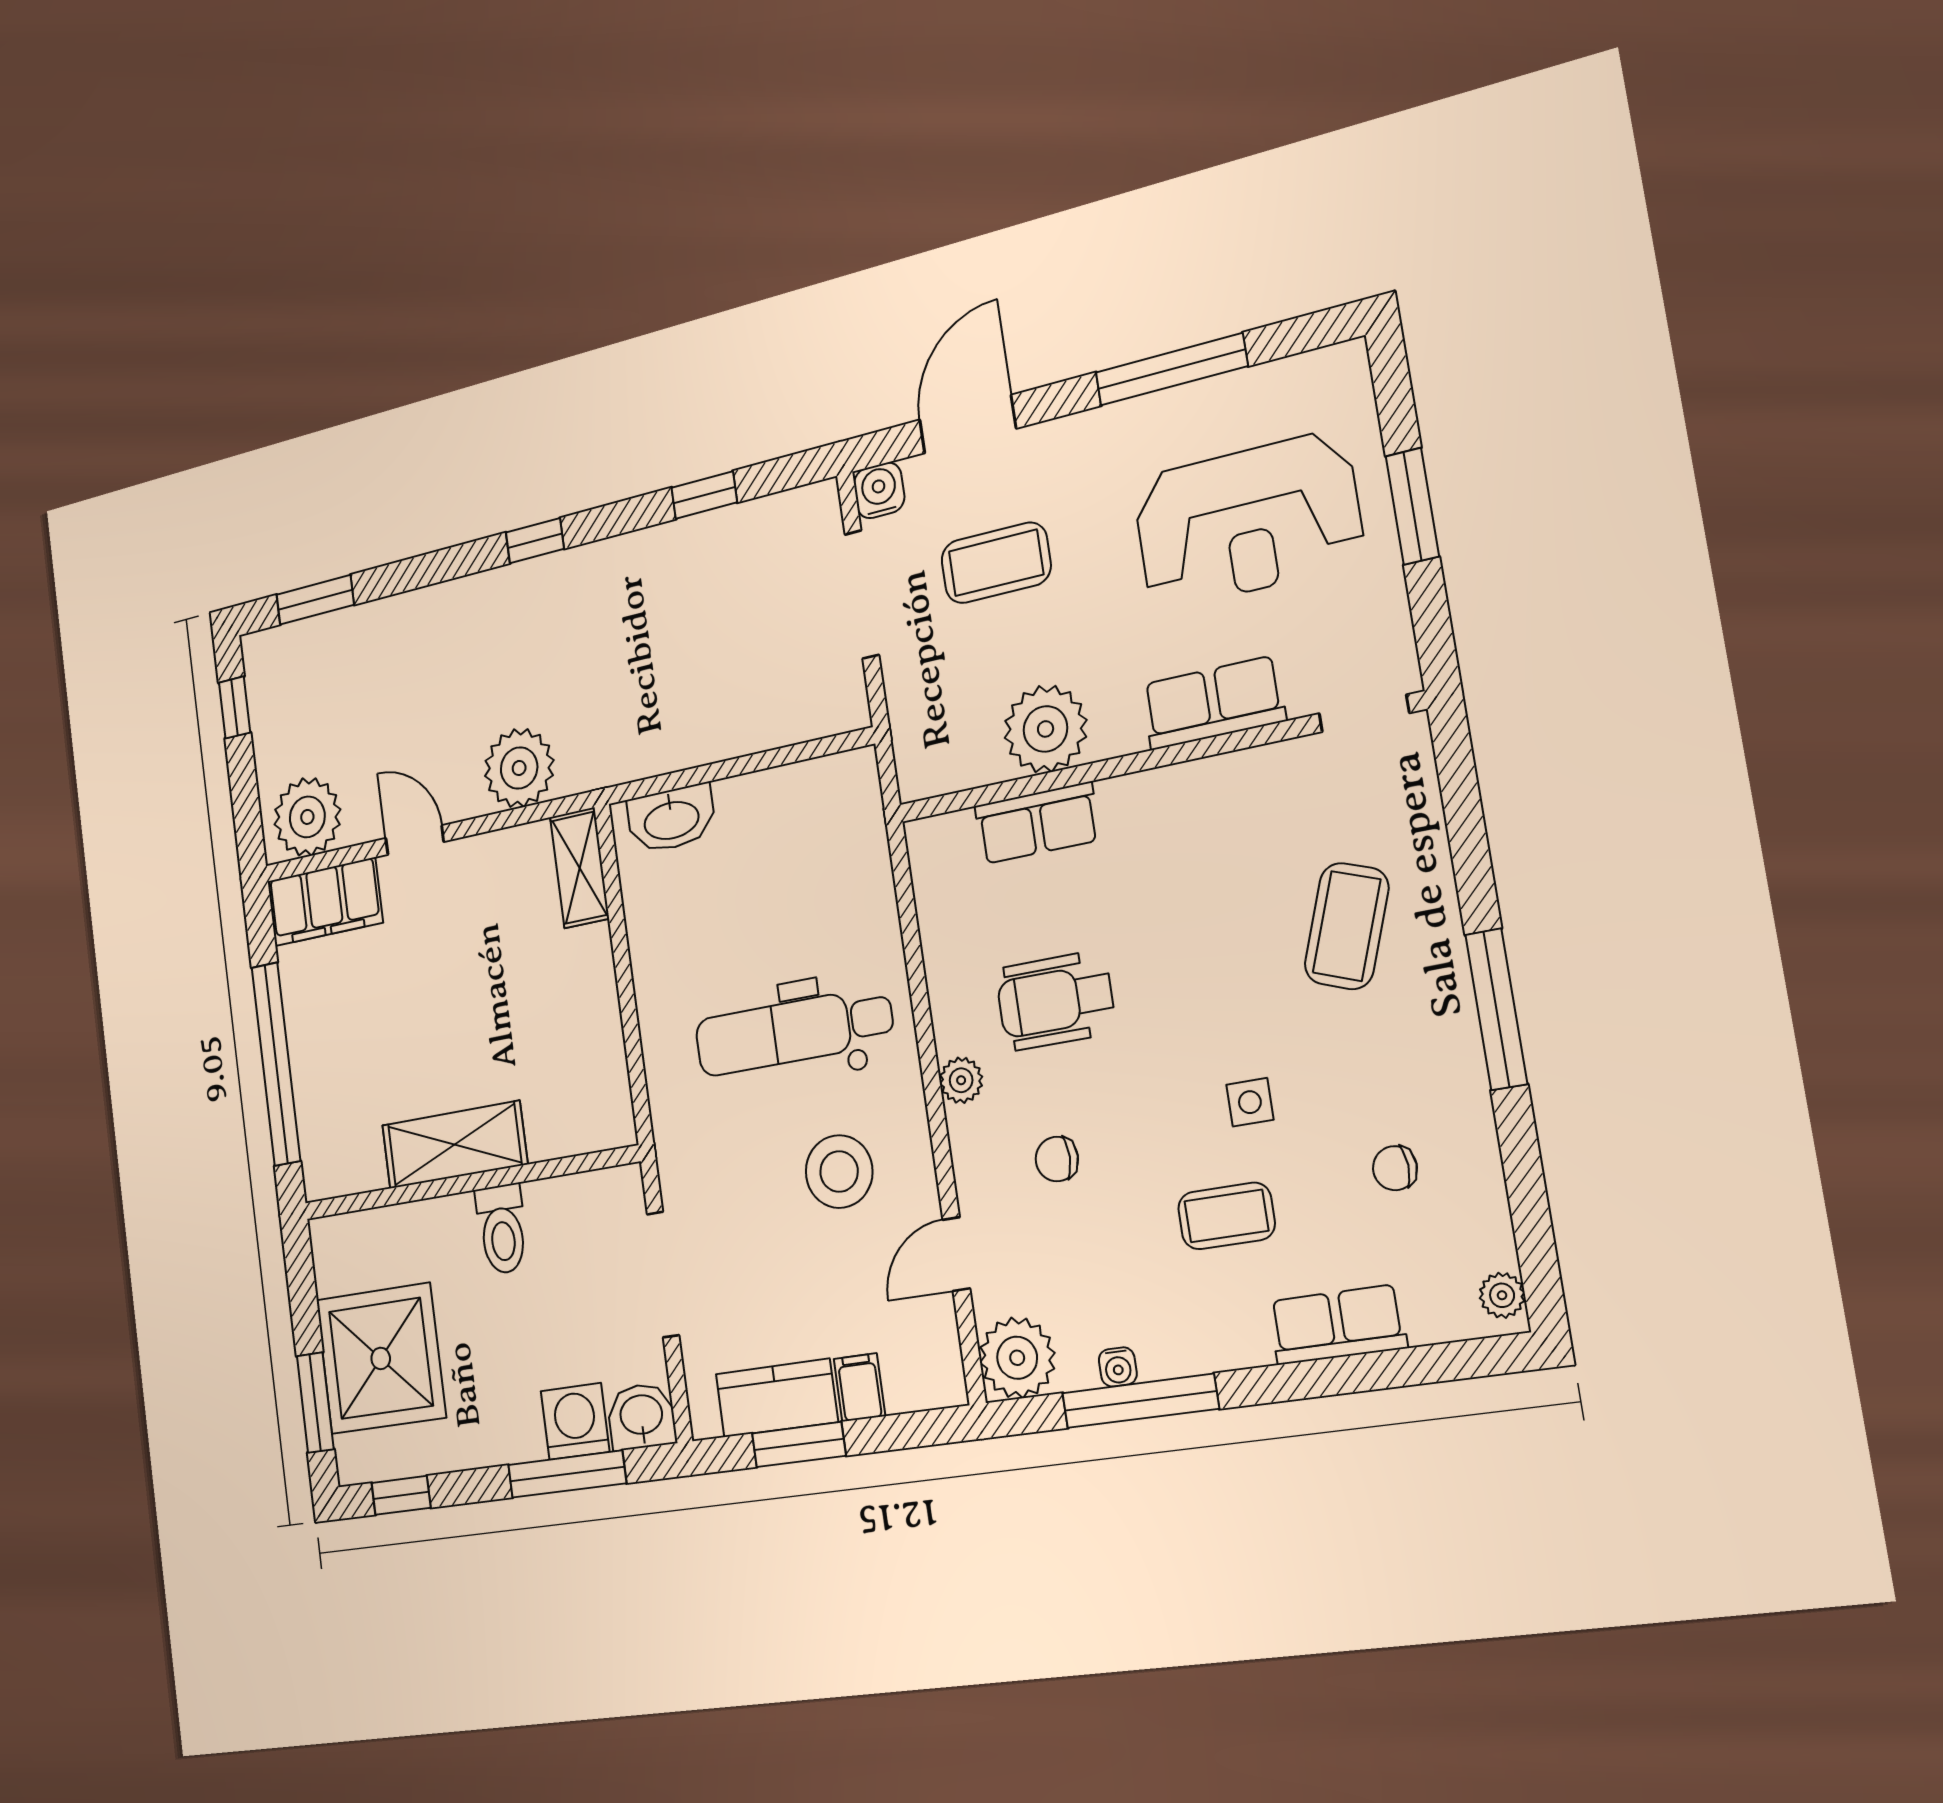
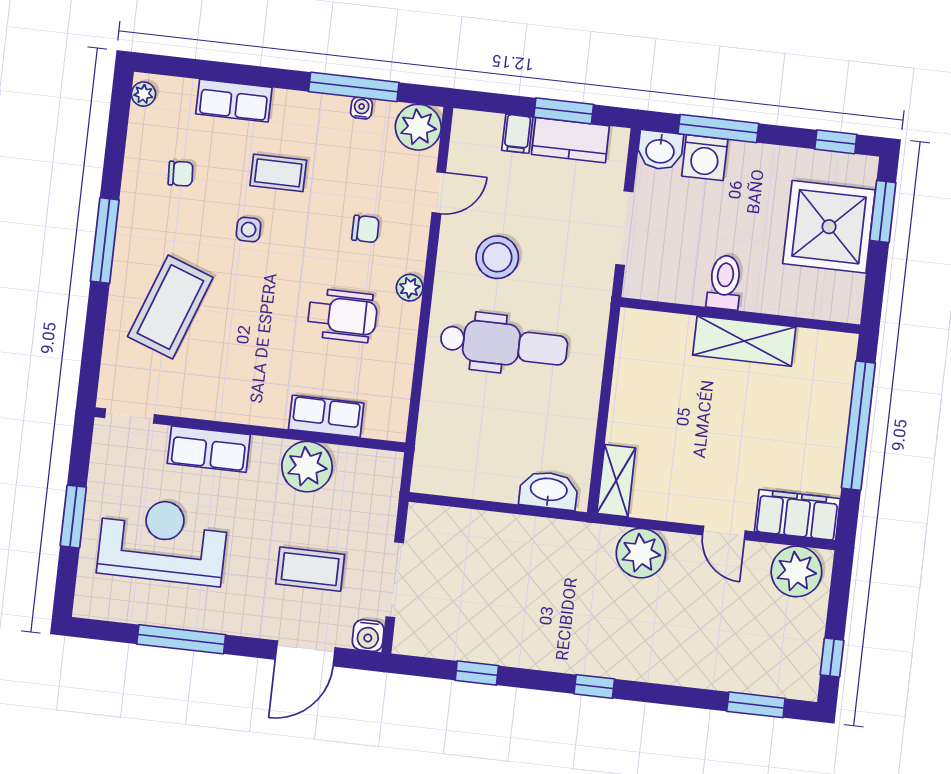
coffee table: (1347, 926) -> (170, 307), width x1.36, depth x1.32

